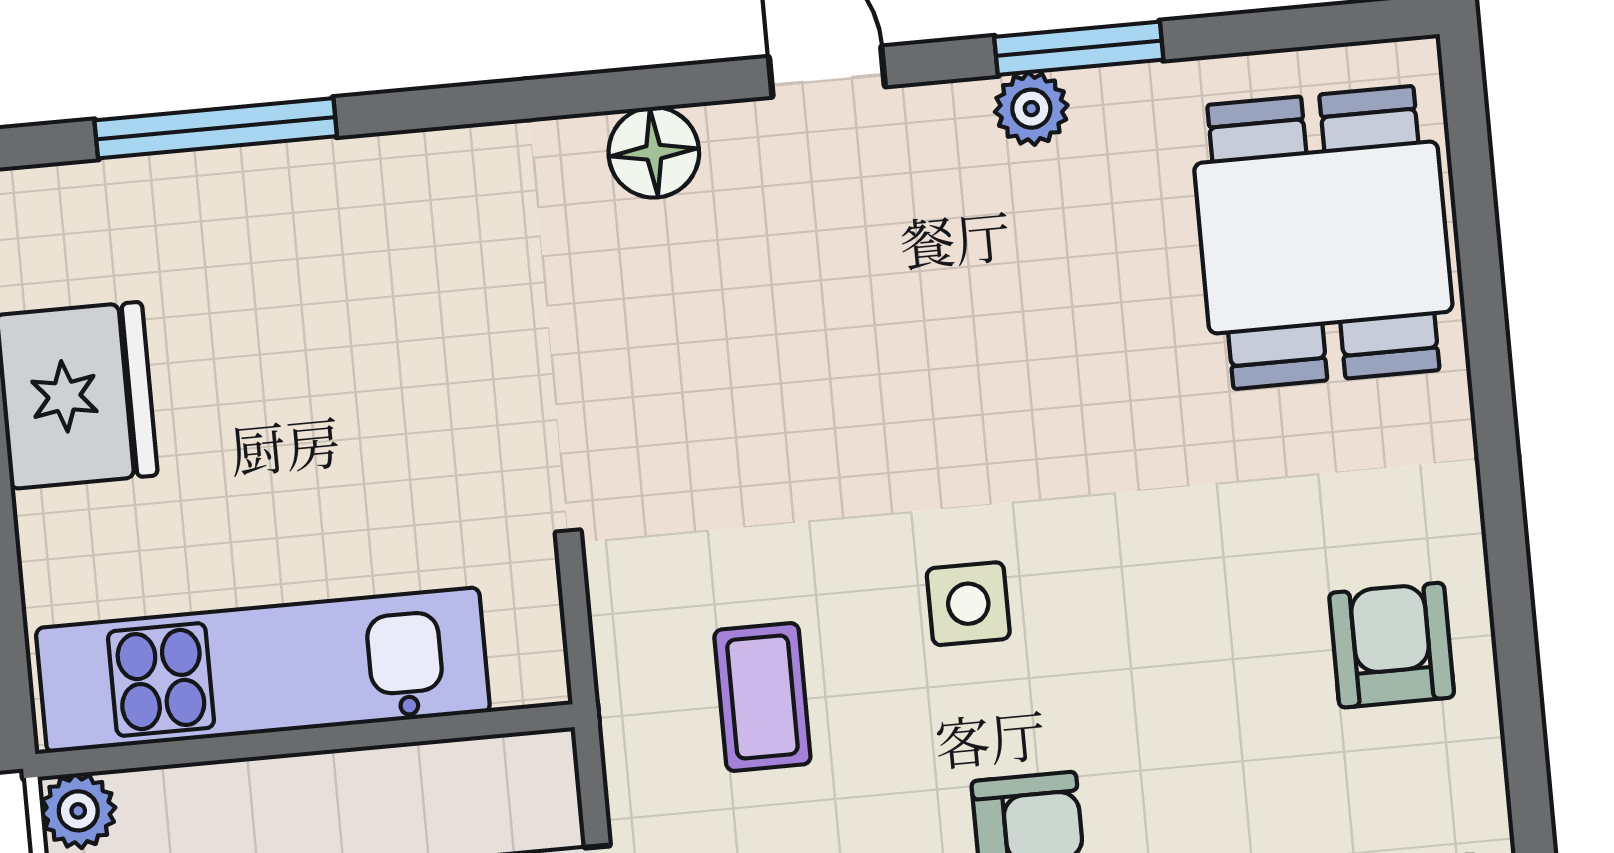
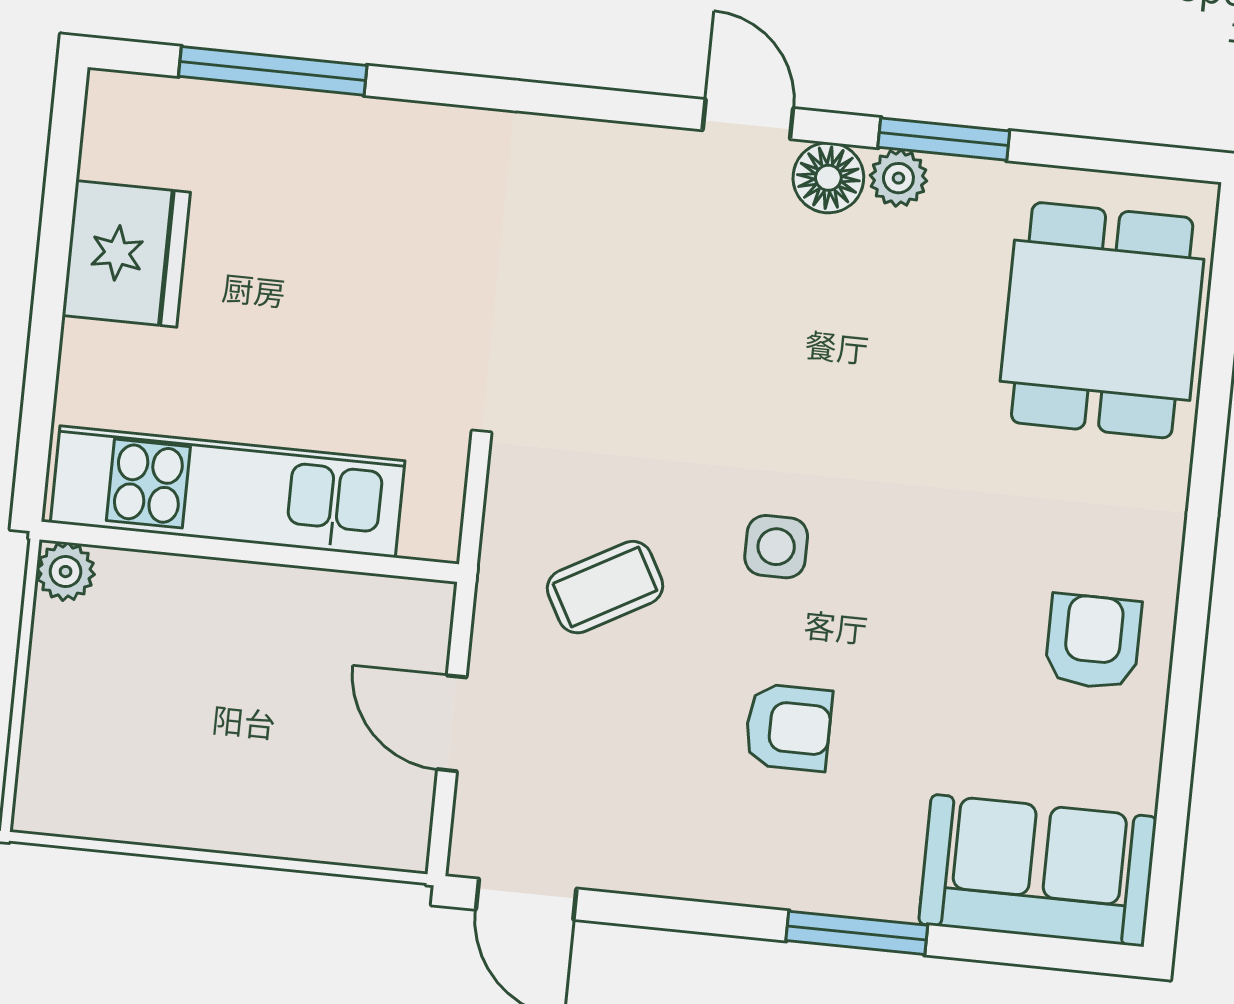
floor lamp: (654, 152) -> (828, 178), moved
coffee table: (762, 697) -> (605, 587), turned 61

